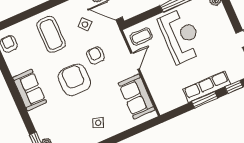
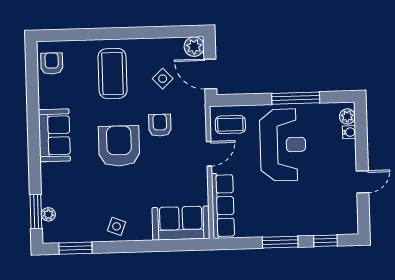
water cooler: (221, 10) -> (349, 132), added
row of seats: (207, 87) -> (223, 206), moved, turned 90
sofa: (137, 96) -> (181, 223), moved, turned 90
side table: (98, 123) -> (117, 226), moved

